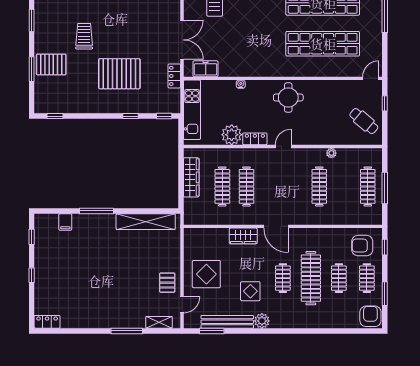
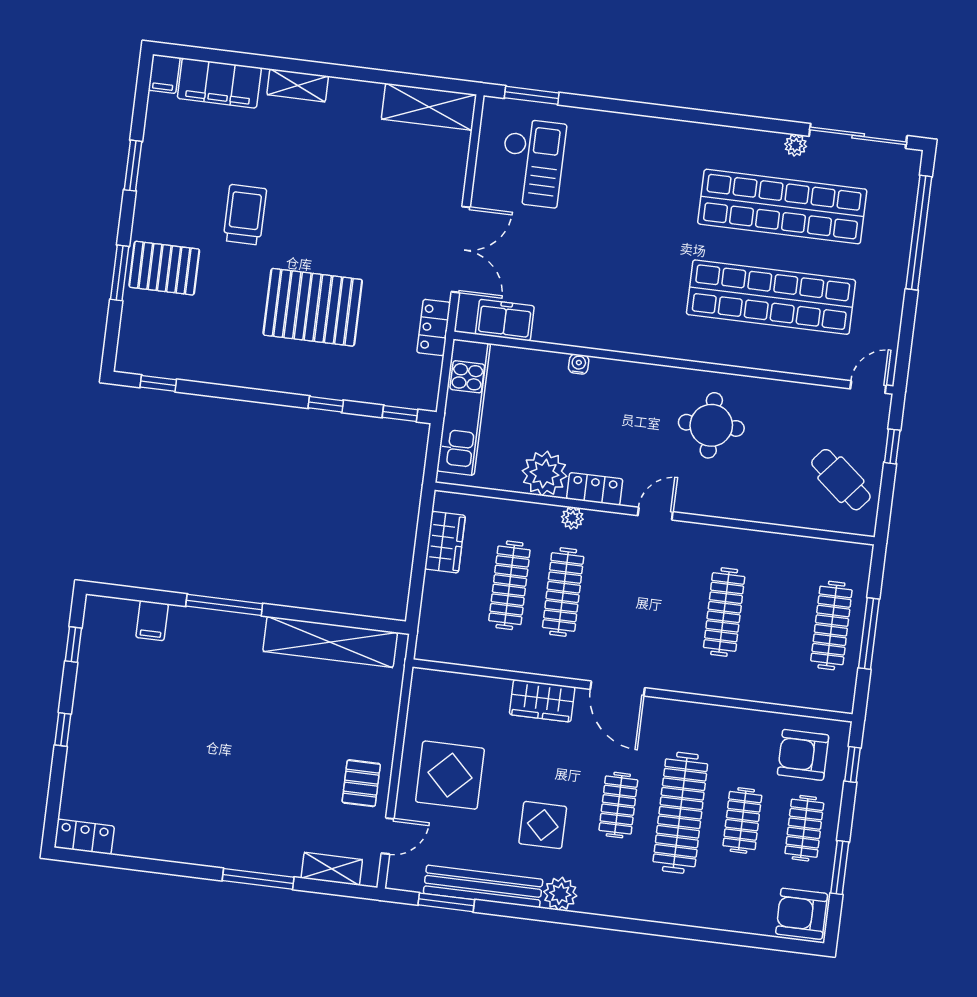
round table: (288, 98) -> (711, 425), moved
plant: (331, 153) -> (572, 518), moved
wardrobe: (191, 177) -> (445, 542), width x0.67
armchair: (370, 316) -> (802, 914), turned -90

